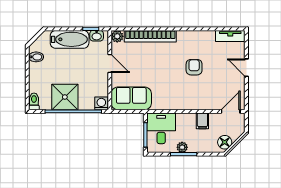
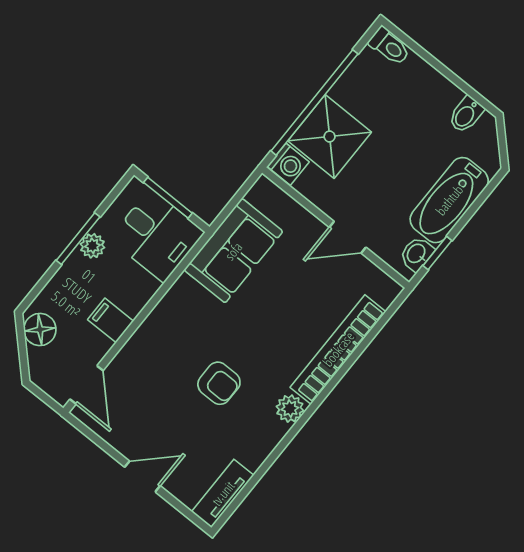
plant: (117, 36) -> (290, 409), moved
shower: (65, 97) -> (330, 137), moved
sofa: (131, 98) -> (233, 251), moved

